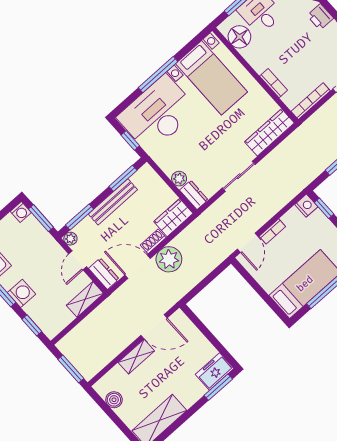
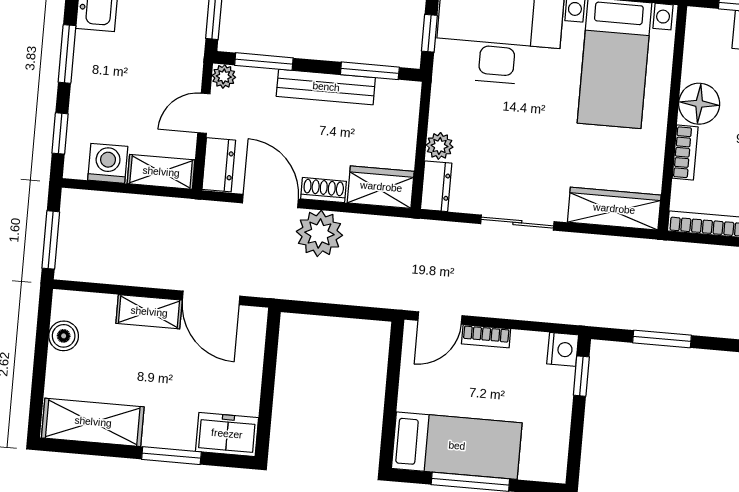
floor lamp: (239, 37) -> (699, 104), moved
washing machine: (22, 293) -> (108, 163), moved, turned -90
window: (218, 387) -> (171, 456), moved

